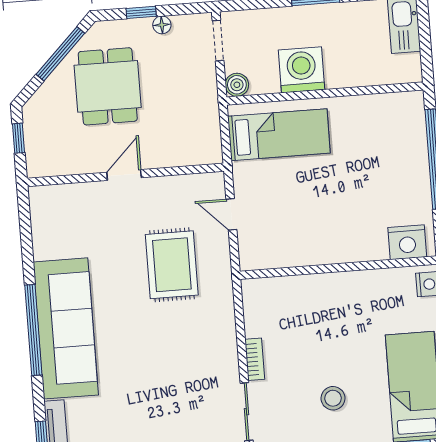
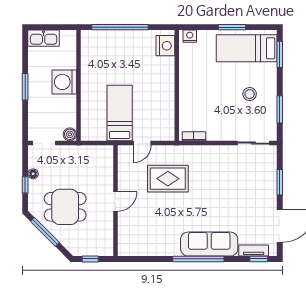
washing machine: (301, 70) -> (64, 82), moved
bed: (279, 135) -> (120, 113), moved
door: (124, 175) -> (115, 201), swing flipped
sofa: (66, 328) -> (209, 244), width x0.74, depth x0.79
bookcase: (255, 359) -> (194, 136), moved

